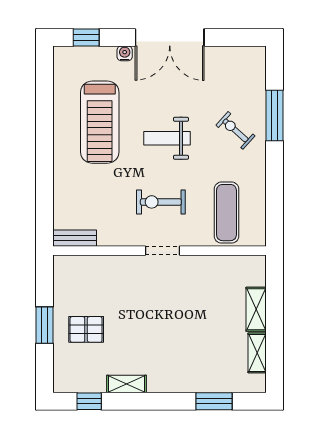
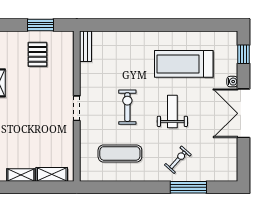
bench: (75, 238) -> (86, 46), moved
wall: (159, 251) -> (77, 106), moved
doorway: (162, 251) -> (77, 108), moved

